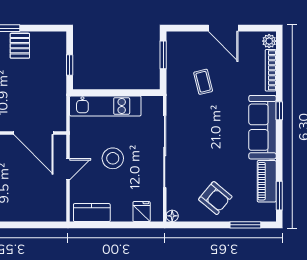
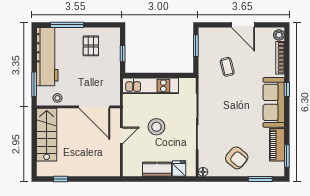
pallet: (20, 46) -> (91, 46), moved
kitchen counter: (92, 213) -> (157, 169), moved

